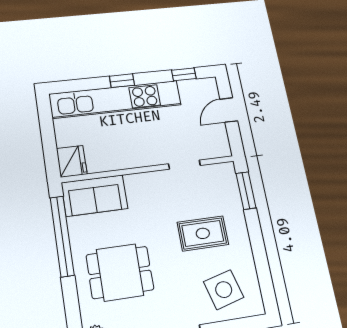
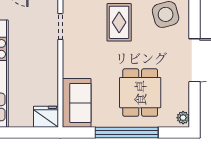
window: (62, 236) -> (127, 133), moved

